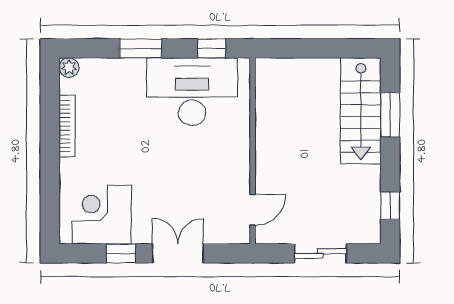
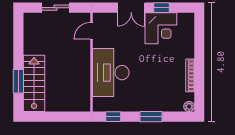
desk: (192, 92) -> (111, 73), moved, turned 90
window: (390, 206) -> (18, 33), removed
corner desk: (102, 215) -> (161, 28), moved

